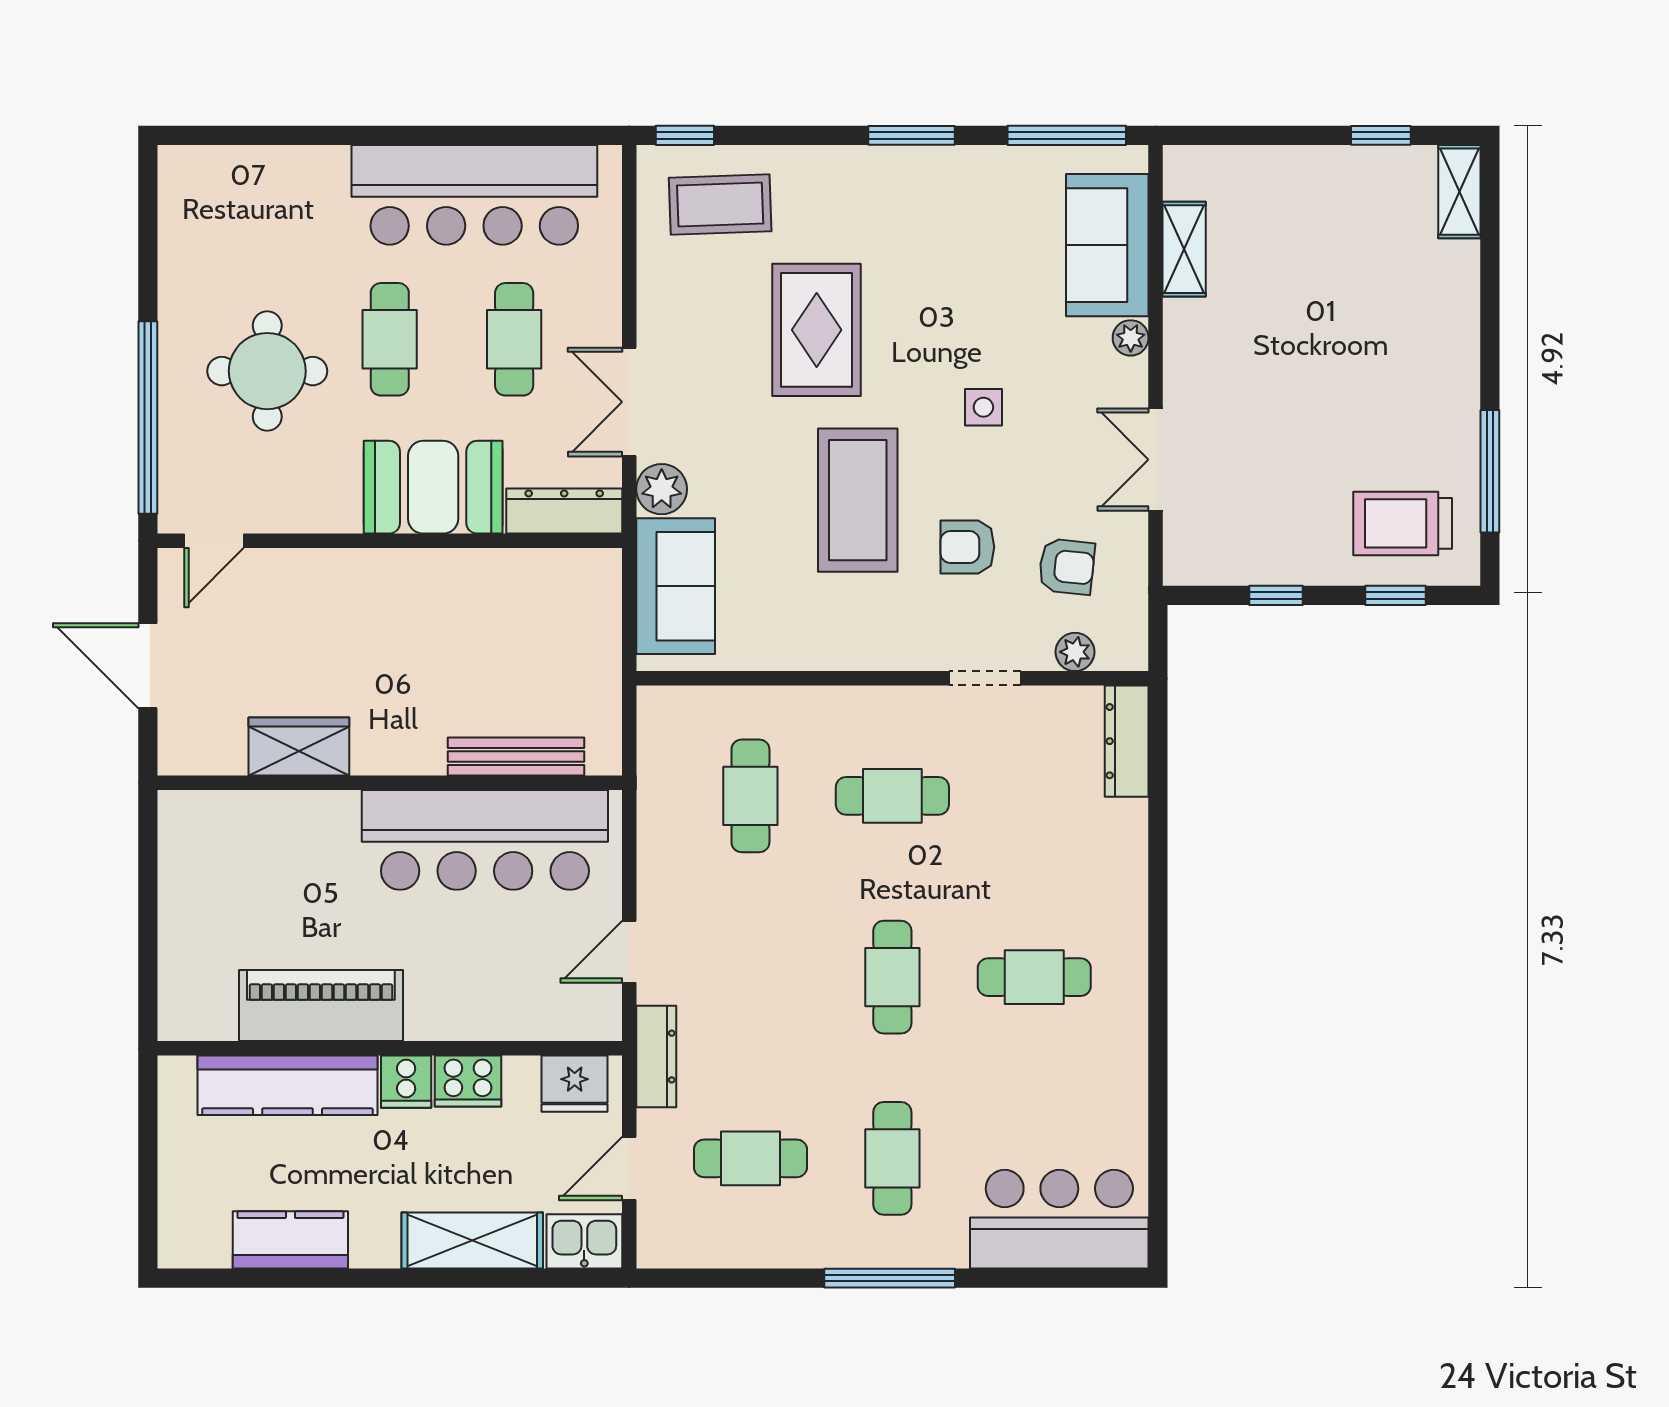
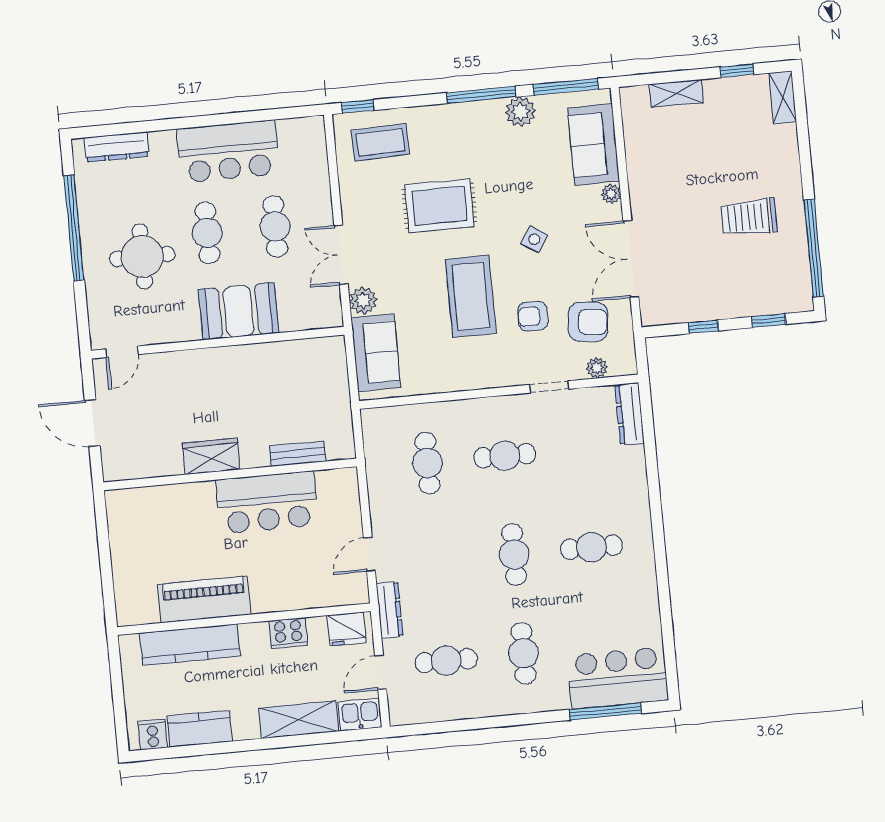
window: (912, 135) -> (481, 95), width x1.44
plant: (980, 173) -> (520, 112), added
bar counter: (474, 195) -> (228, 151), width x0.73
shelving: (1184, 249) -> (676, 93), moved, turned 90
rug: (817, 330) -> (439, 206), turned 90
side table: (983, 407) -> (534, 239), turned 33
window: (148, 418) -> (74, 228), moved
double door: (1156, 460) -> (631, 259), width x1.37
window: (1490, 471) -> (814, 248), width x1.46
dresser: (564, 511) -> (116, 147), moved, turned 180
trolley: (1403, 523) -> (749, 217), moved
armchair: (1067, 567) -> (588, 322), width x1.38, depth x1.38
wardrobe: (299, 746) -> (211, 456), moved
bench: (516, 756) -> (298, 454), width x0.73
bar counter: (485, 840) -> (267, 502), width x0.73
cooker: (406, 1082) -> (153, 735), moved, turned 180
window: (890, 1278) -> (605, 711), moved

